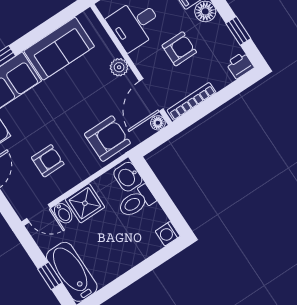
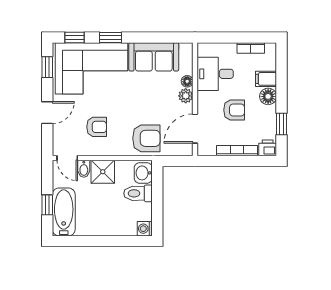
bookcase: (192, 102) -> (237, 151), moved
floor lamp: (158, 123) -> (187, 81), moved

